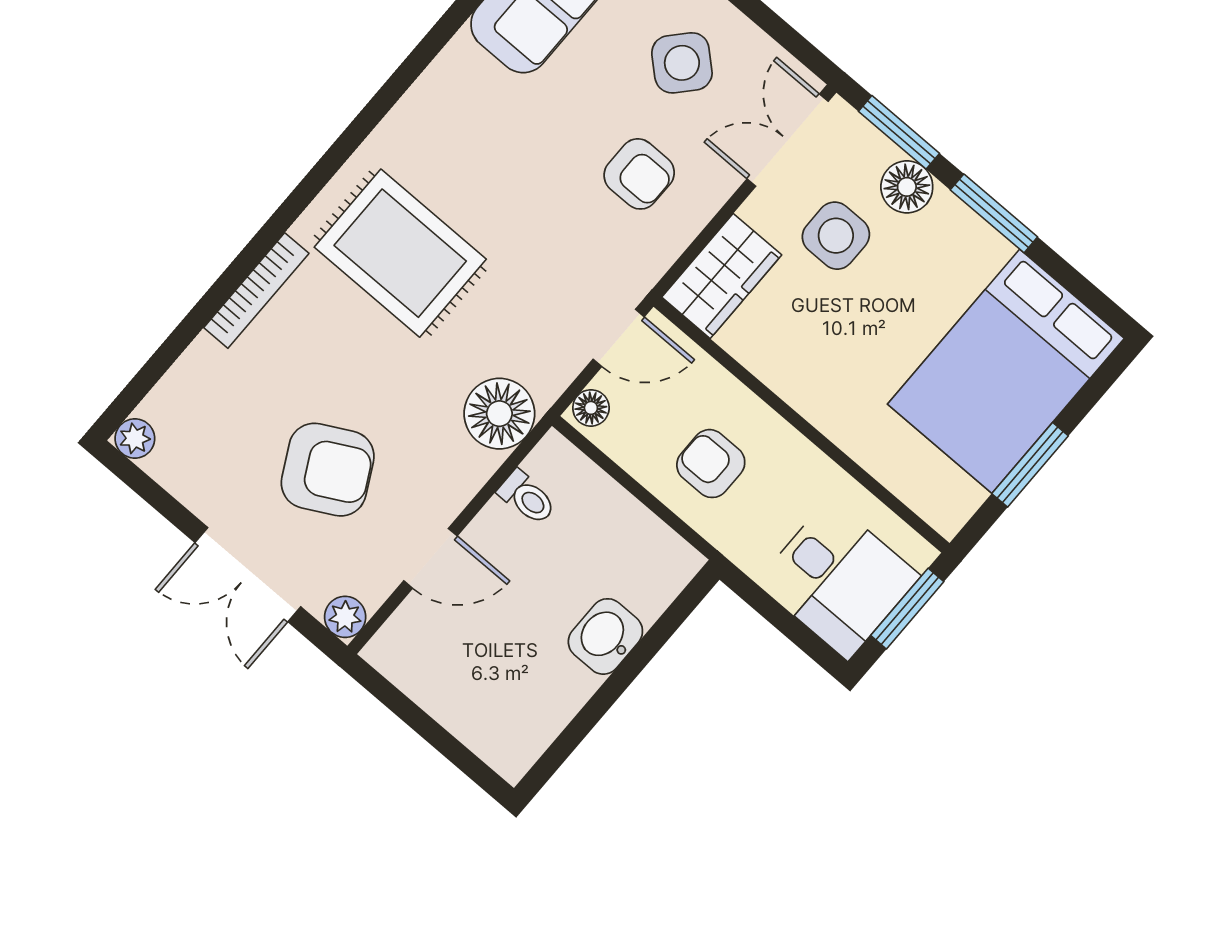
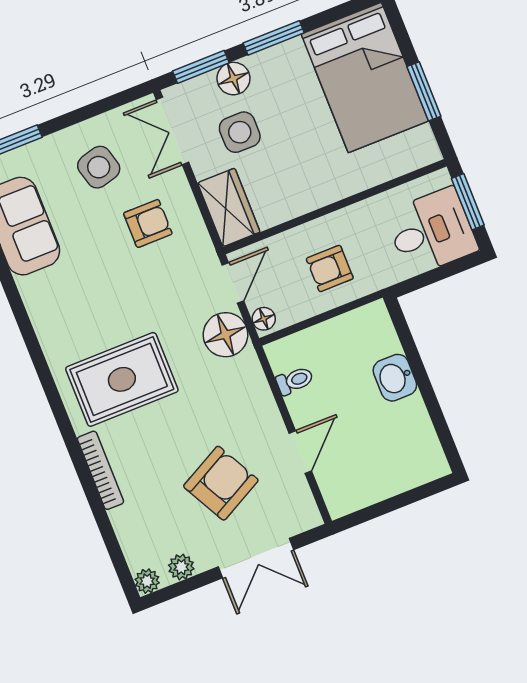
side table: (682, 63) -> (99, 167), turned 33
floor lamp: (499, 414) -> (225, 335), moved
plant: (345, 617) -> (181, 567), moved

